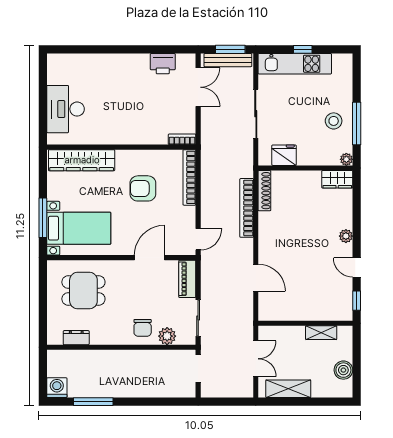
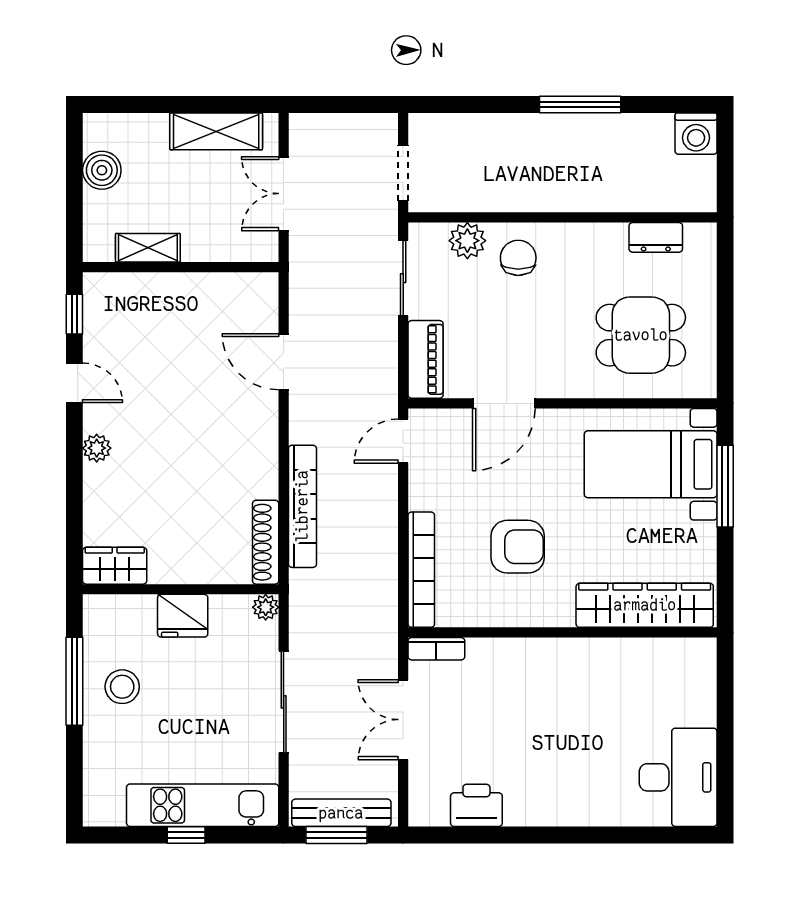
double door: (198, 87) -> (403, 720), moved
desk: (65, 109) -> (678, 777), moved
fridge: (284, 155) -> (183, 616), moved
plant: (346, 159) -> (266, 607), moved
window: (93, 402) -> (580, 105), moved

